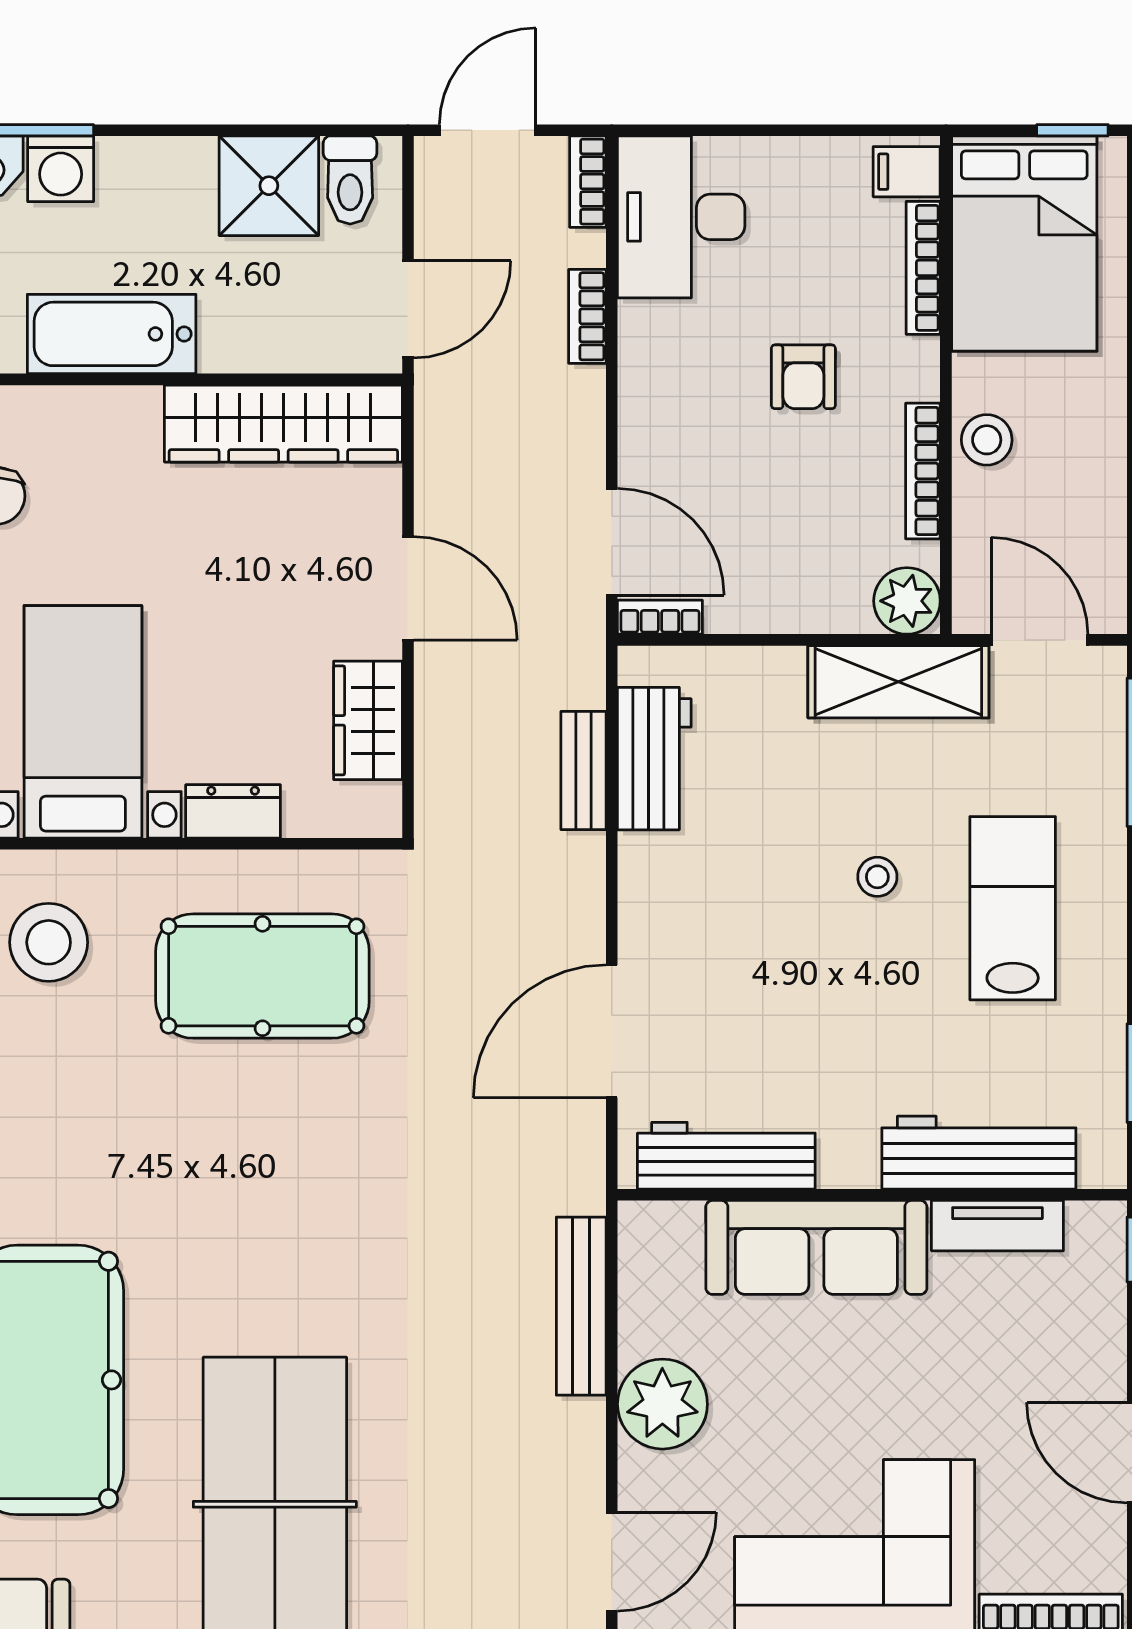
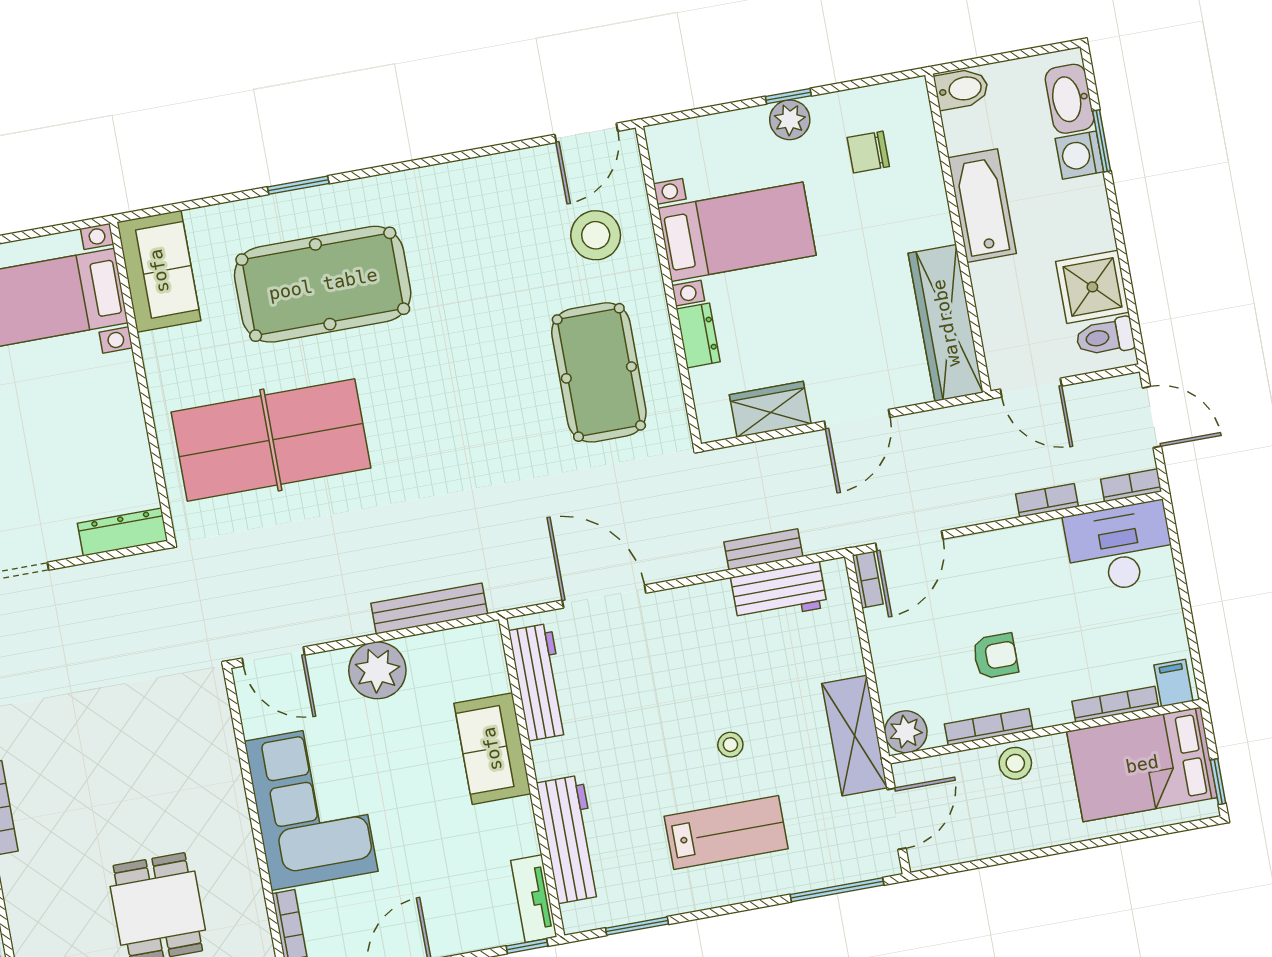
armchair: (803, 377) -> (995, 656), moved, turned 180
tv unit: (997, 1226) -> (534, 899), moved
sofa: (816, 1247) -> (492, 749), width x0.73

